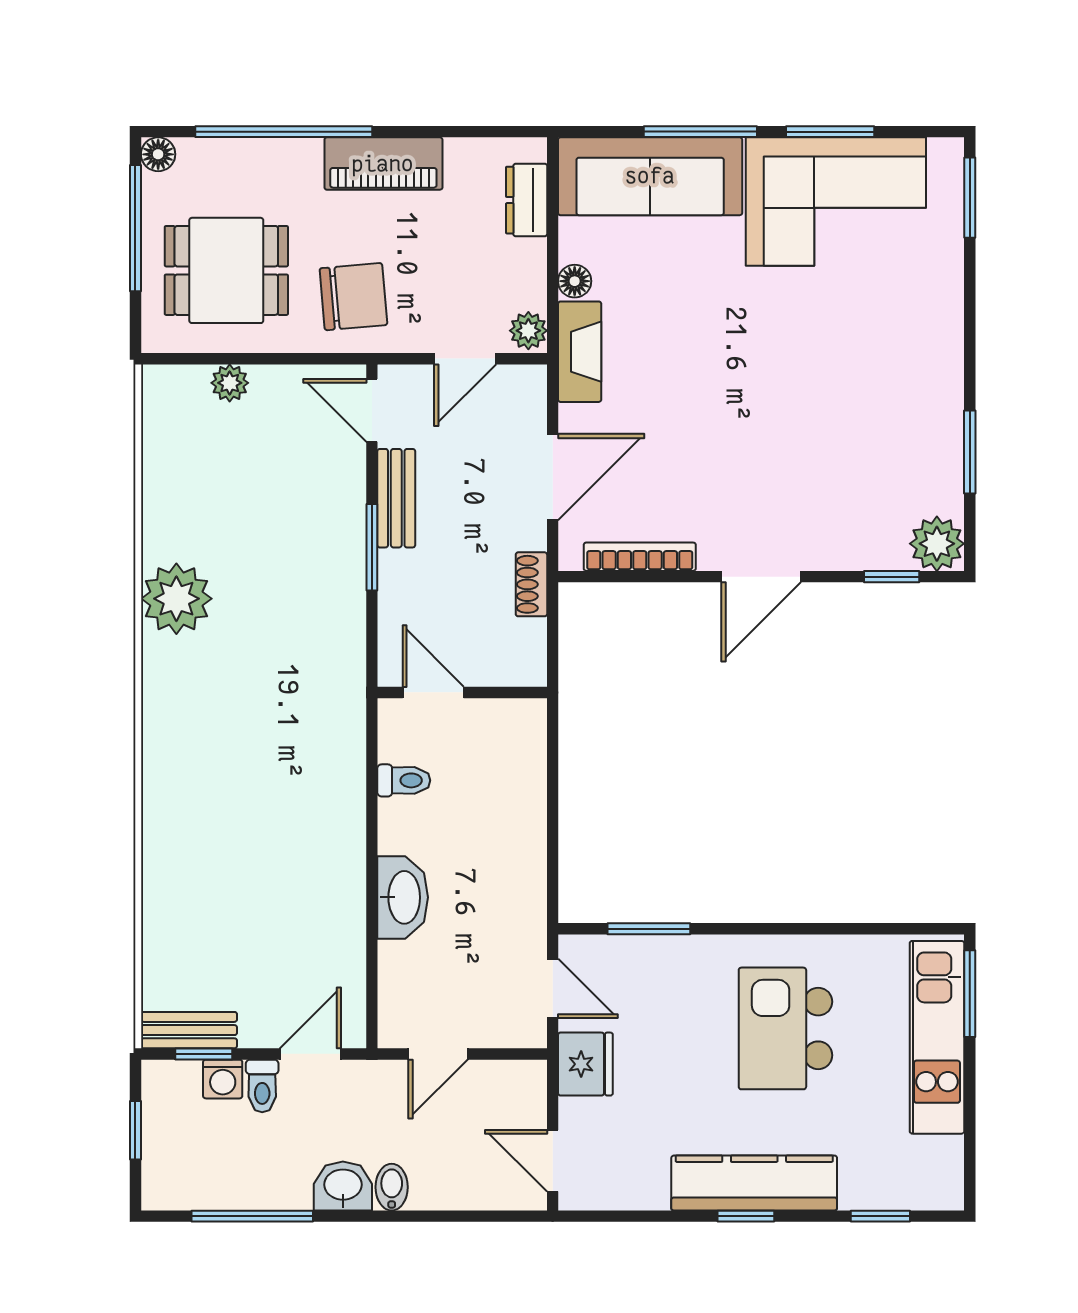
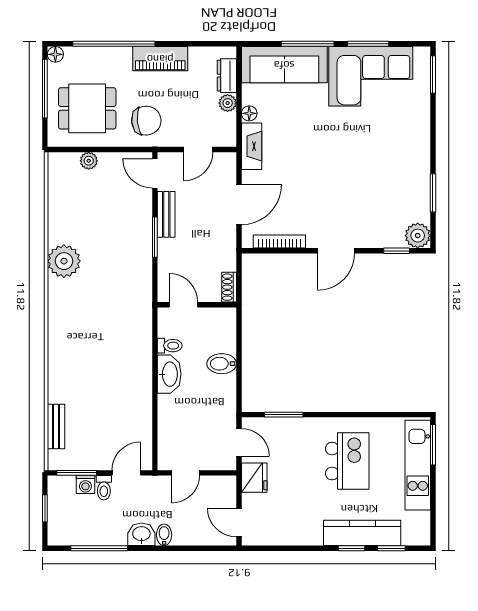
plant: (528, 331) -> (228, 103), moved
shoe rack: (531, 584) -> (229, 287), moved
bidet: (515, 819) -> (222, 364), added
washbasin: (403, 897) -> (169, 374), moved
kitchen island: (785, 1028) -> (347, 461), turned 180
bench: (189, 1030) -> (56, 426), moved, turned 90
window: (204, 1054) -> (77, 473), width x1.50
kitchen counter: (754, 1183) -> (362, 533), moved
window: (746, 1216) -> (352, 548), moved

